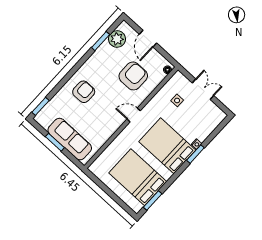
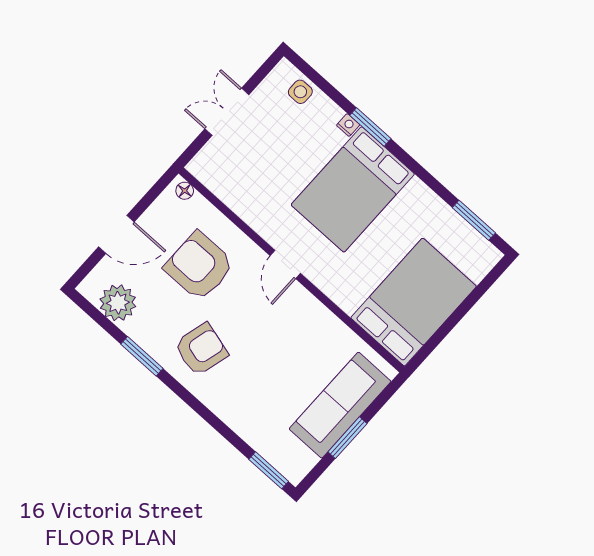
window: (101, 41) -> (142, 356), moved
armchair: (84, 92) -> (201, 349), moved, turned 105
side table: (177, 100) -> (300, 92), moved
bed: (138, 177) -> (414, 302), moved, turned 180

